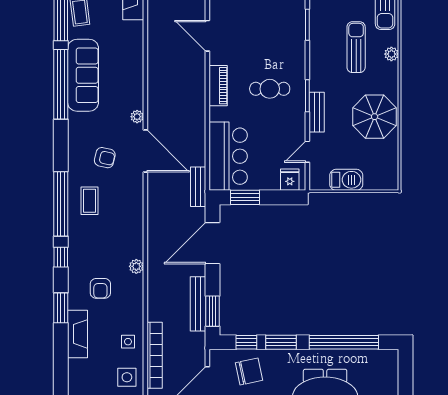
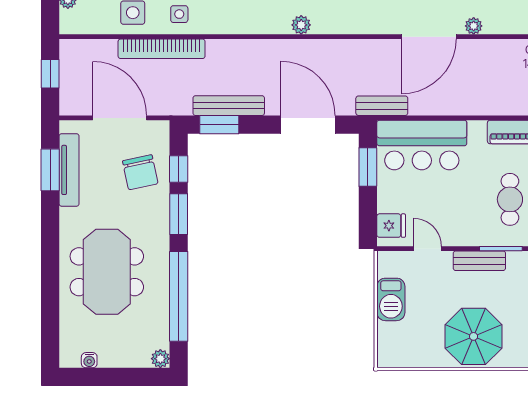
plant: (136, 266) -> (301, 25), moved
plant: (392, 356) -> (160, 359), added

